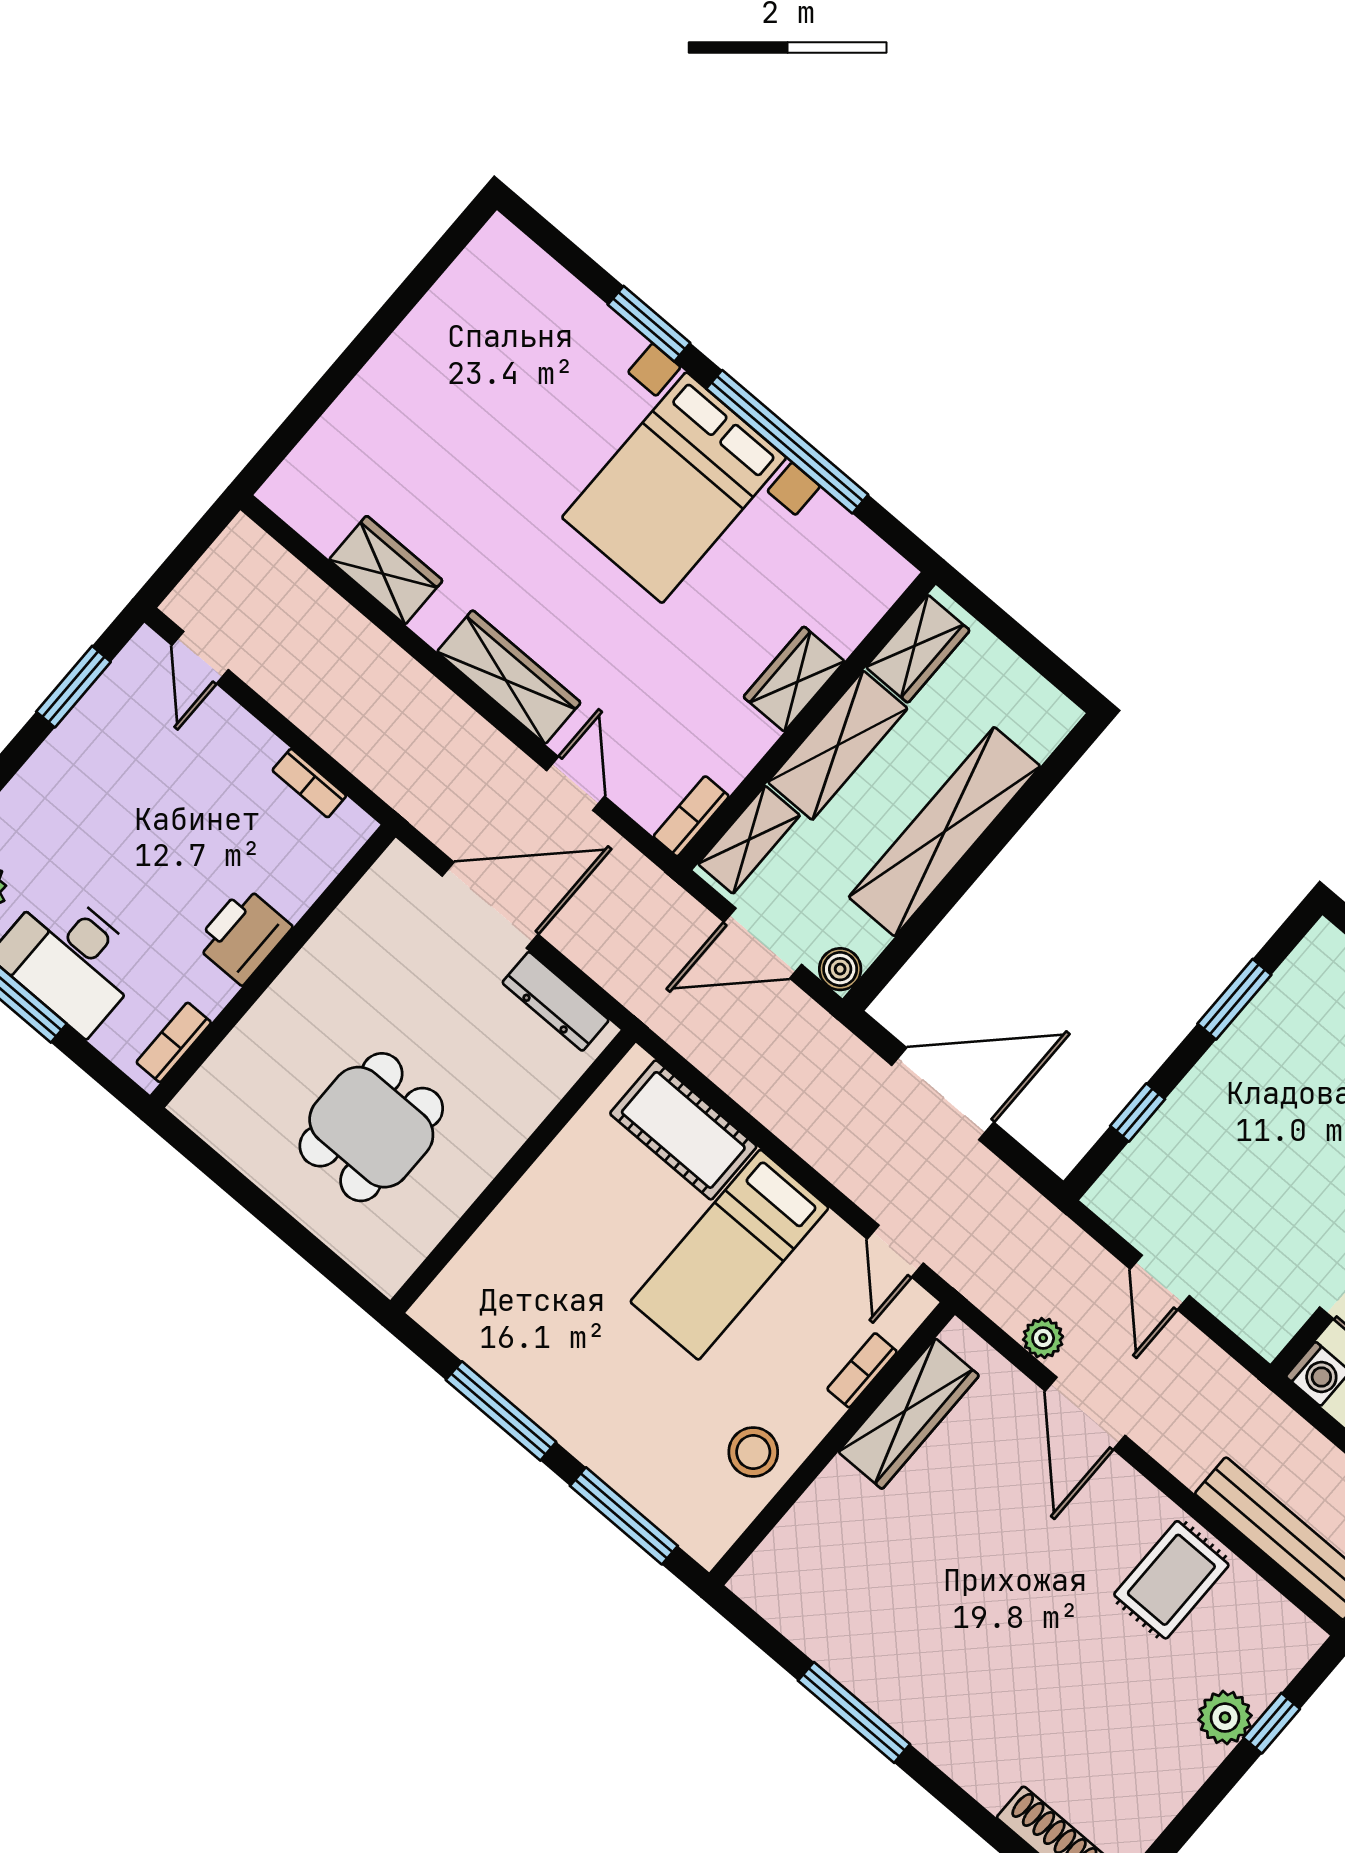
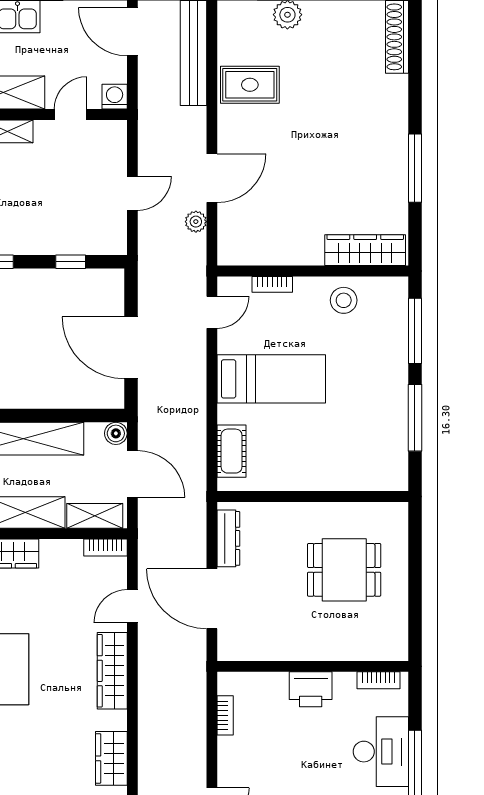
cot: (683, 1130) -> (232, 451), width x0.73, depth x0.75
wardrobe: (909, 1414) -> (365, 250), moved

